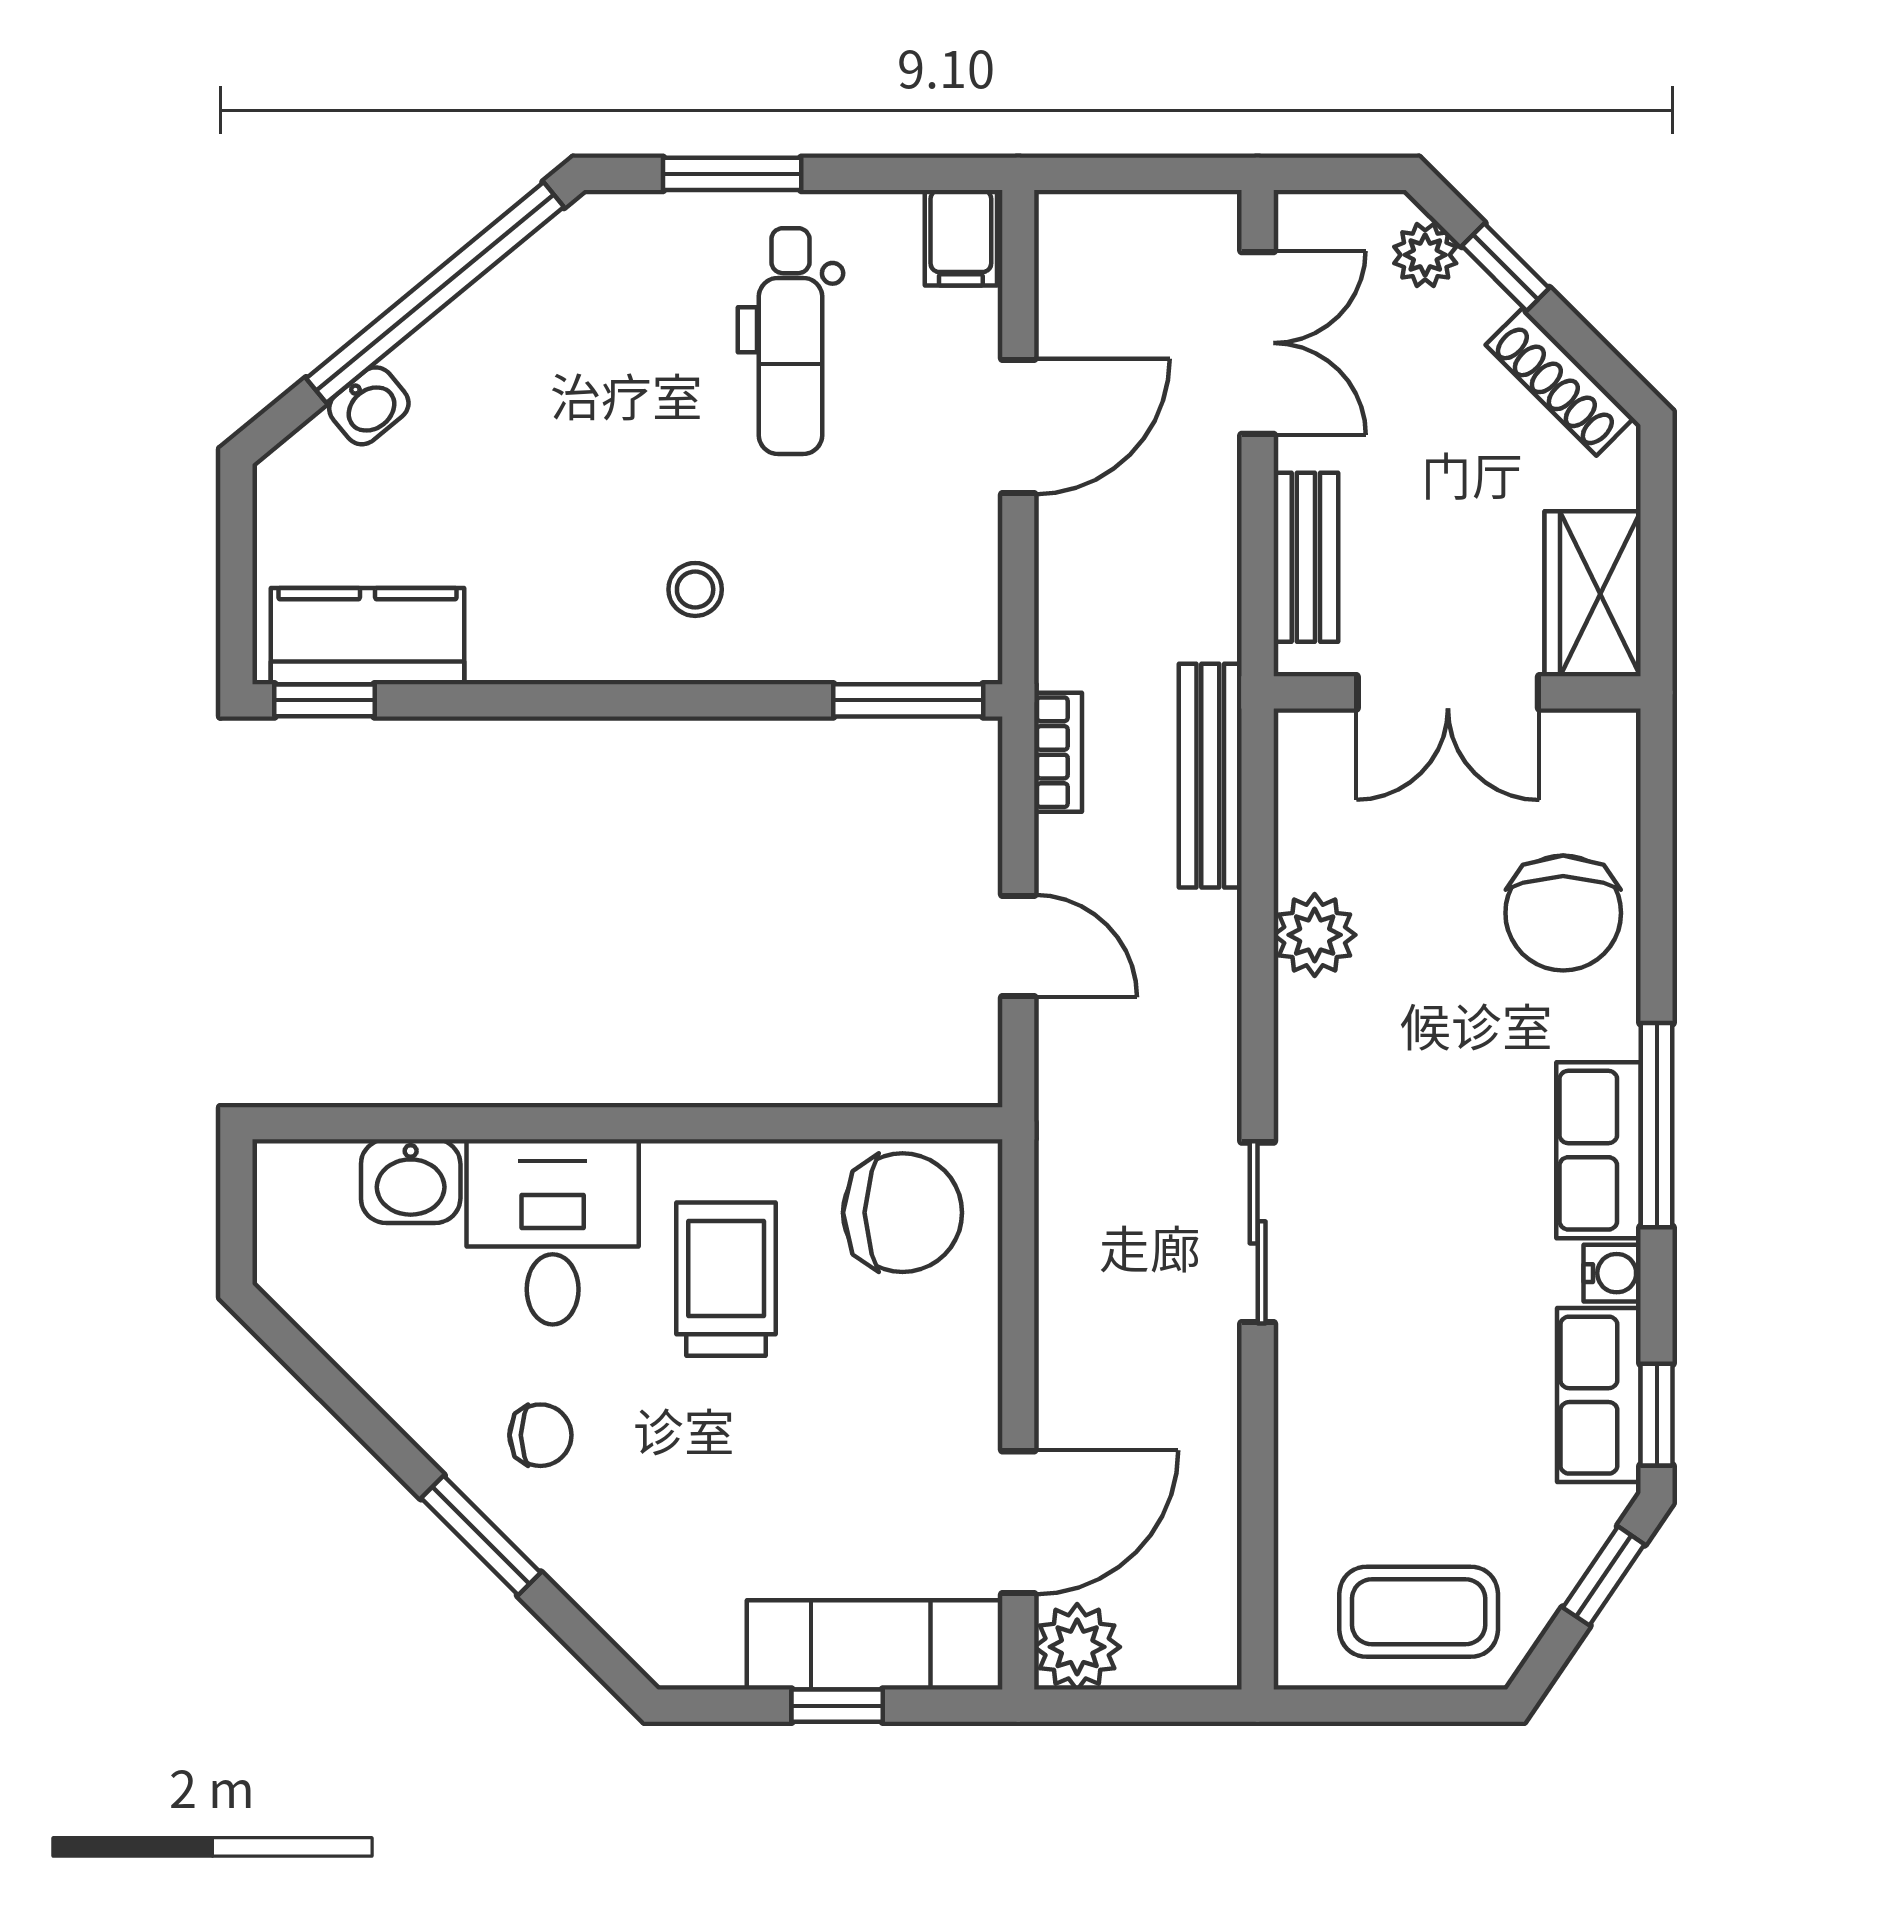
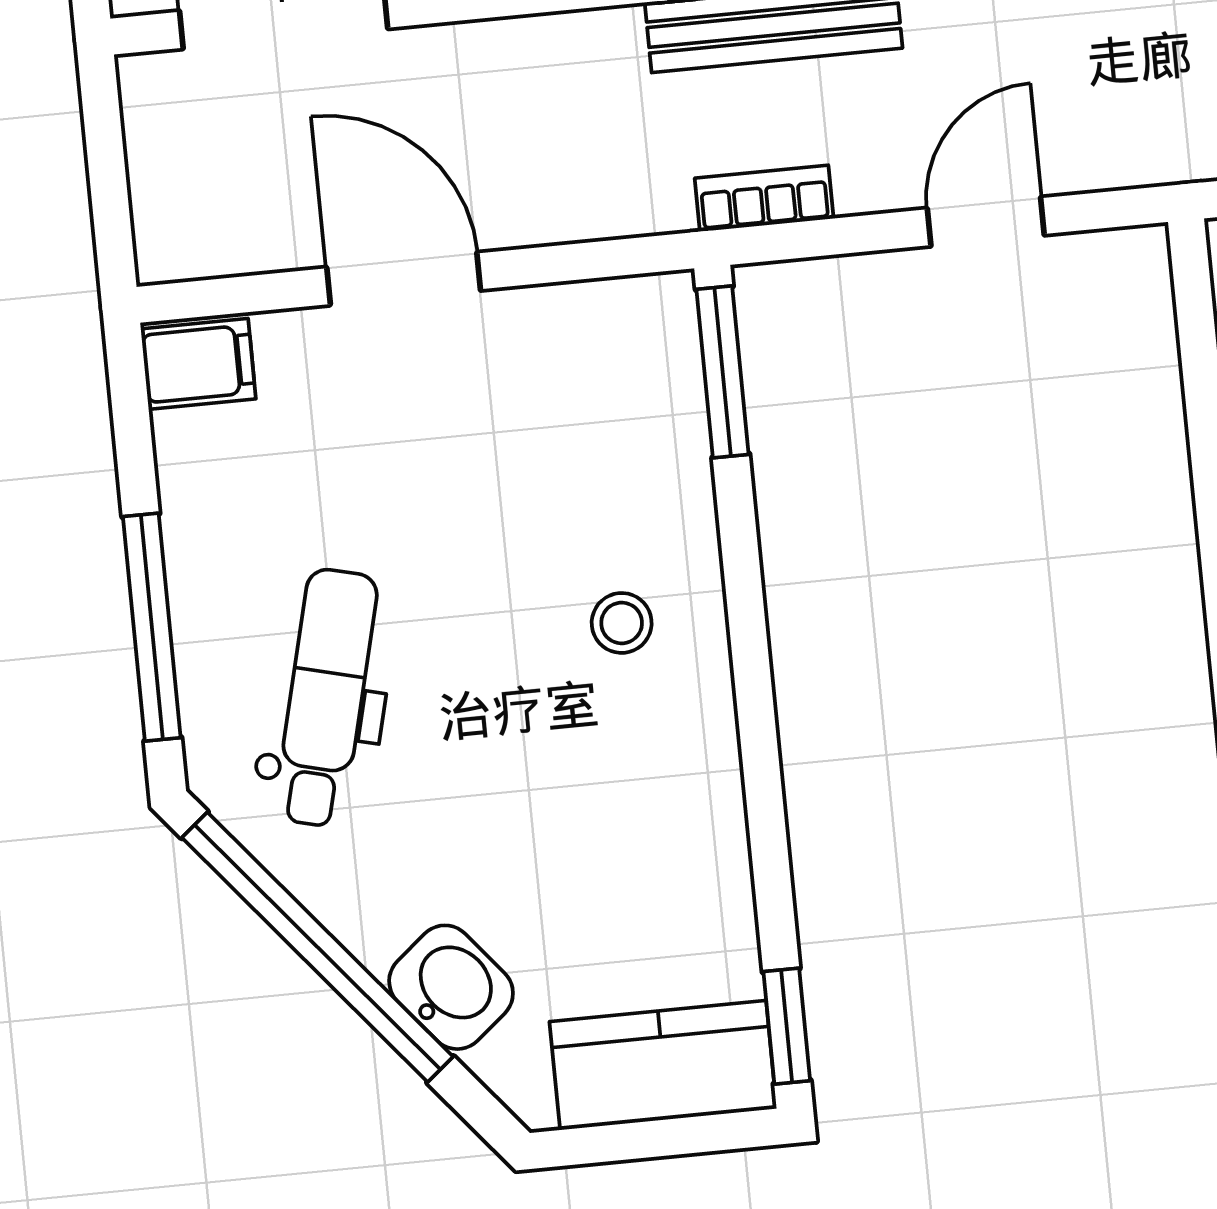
window: (732, 174) -> (152, 627), width x1.44
dental chair: (790, 341) -> (326, 698), moved, turned -76
washbasin: (369, 406) -> (451, 987), width x1.38, depth x1.45
kitchen counter: (368, 636) -> (663, 1065), moved, turned 90

